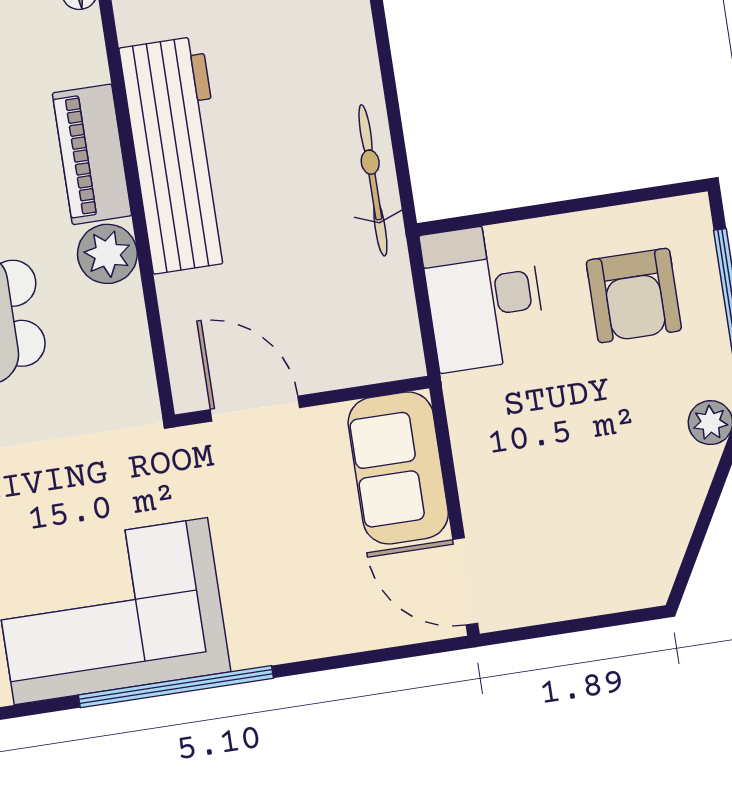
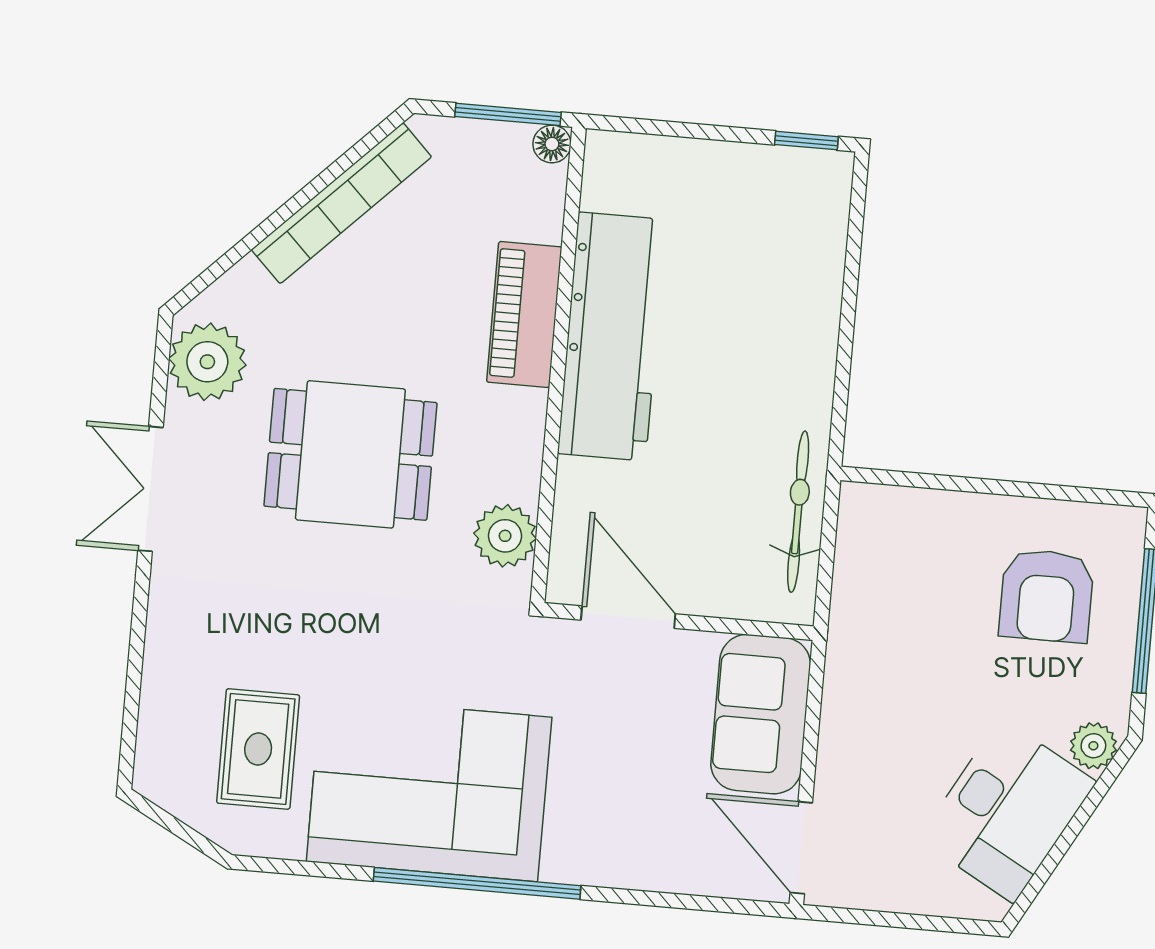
bicycle: (373, 180) -> (798, 512), moved
plant: (107, 254) -> (505, 536), moved
desk: (484, 296) -> (1007, 810), moved, turned -151

